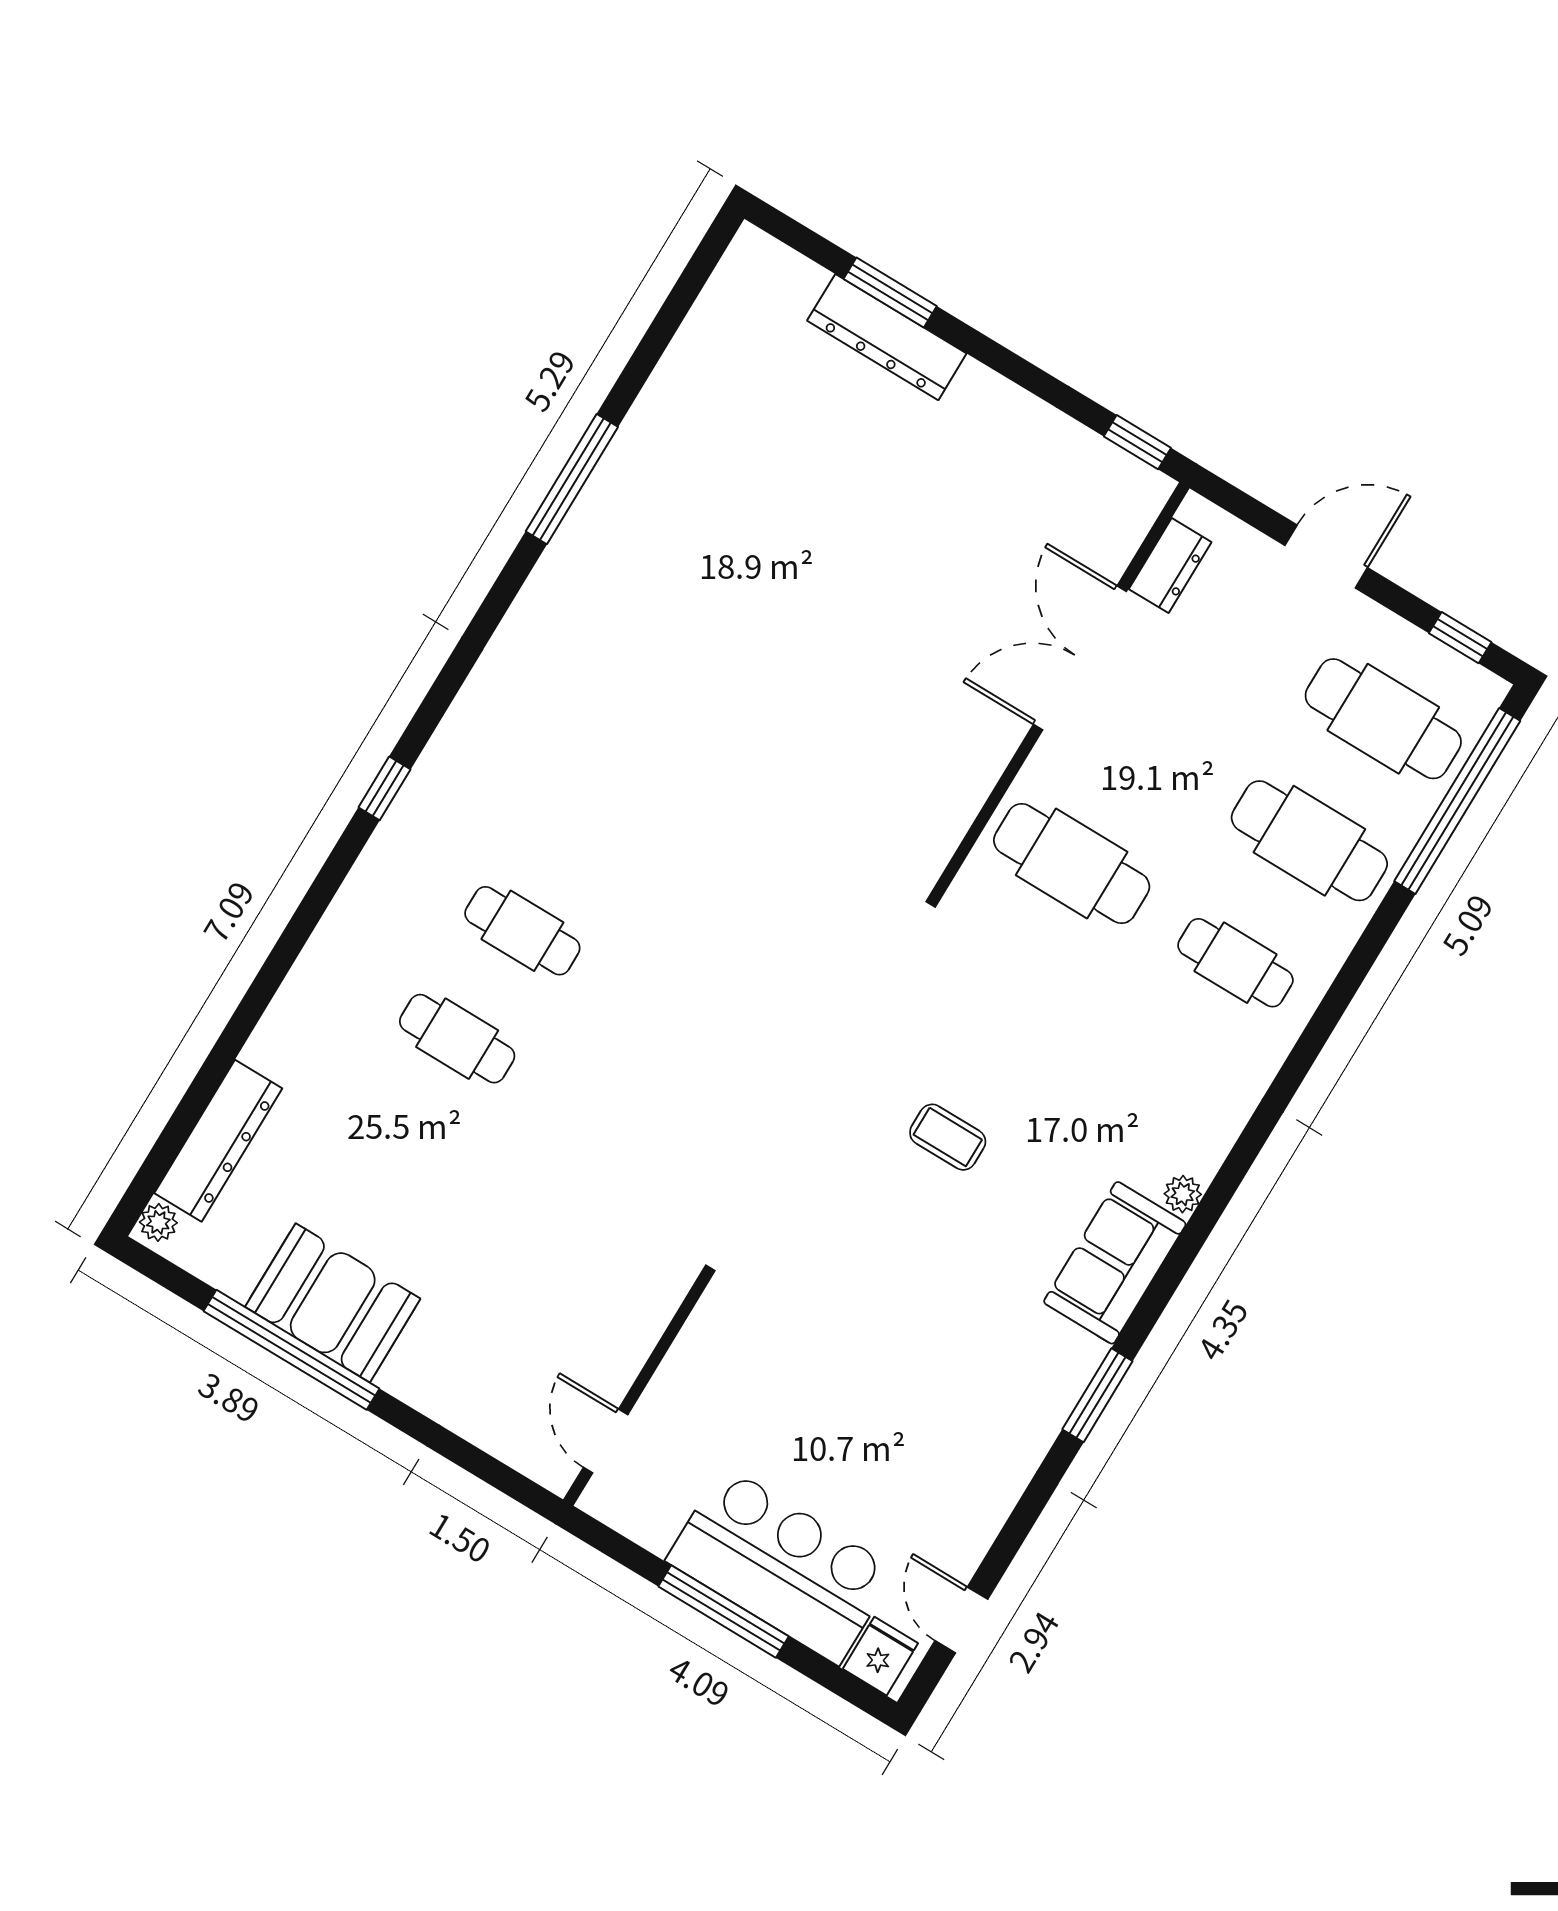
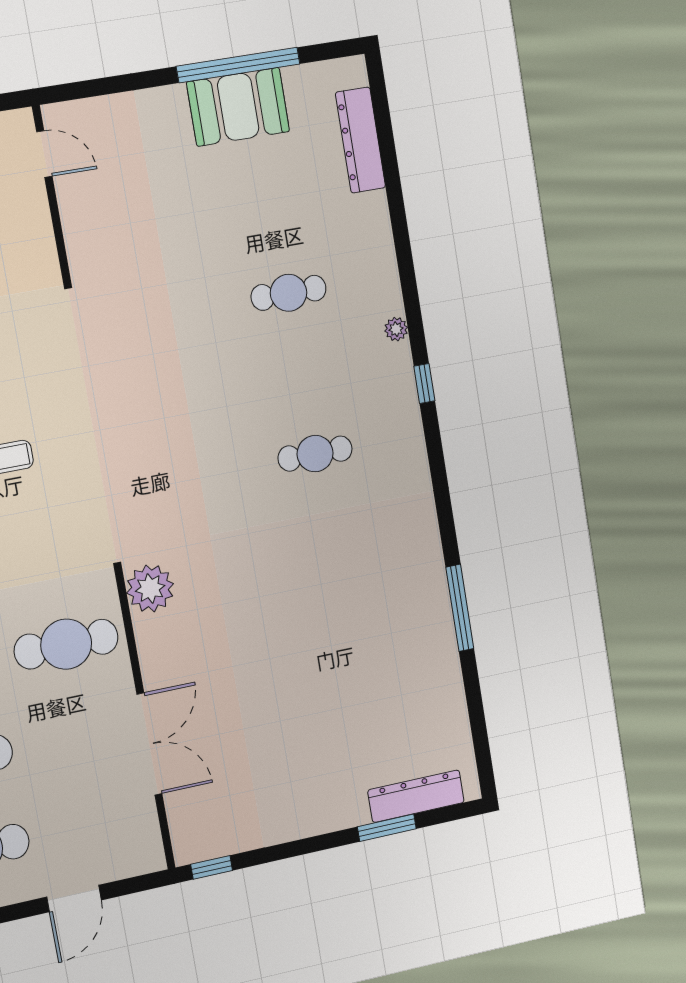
dresser: (887, 337) -> (416, 796), moved
dresser: (1170, 566) -> (145, 826), removed
plant: (919, 840) -> (150, 588), added
cafe table: (522, 931) -> (315, 454), moved
plant: (158, 1222) -> (396, 329), moved

